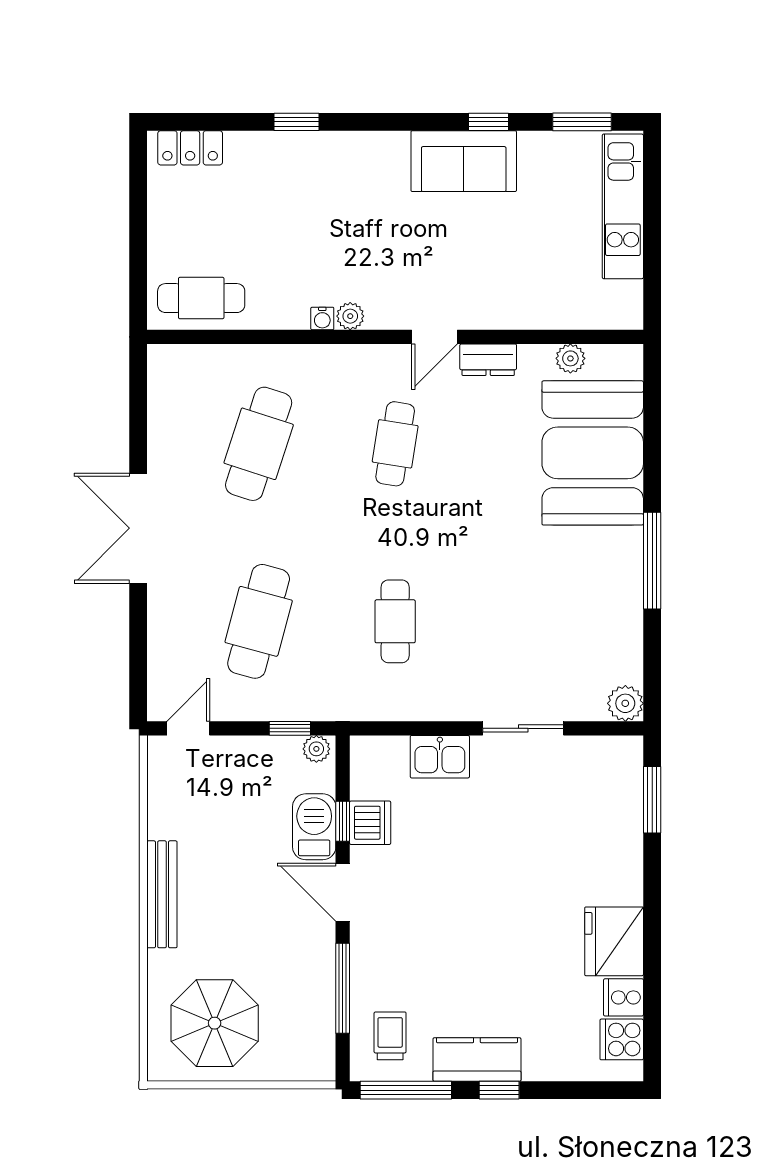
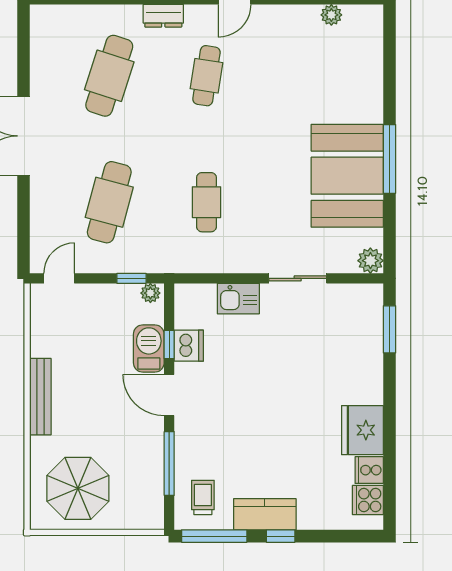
dresser: (488, 360) -> (163, 16), moved
booth: (593, 453) -> (347, 176), moved

